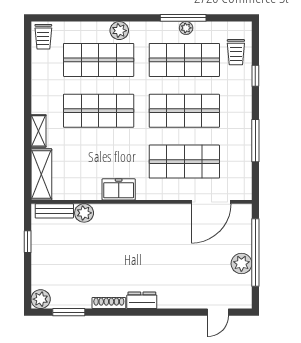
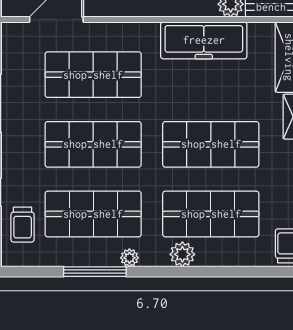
plant: (186, 28) -> (129, 258), moved
trolley: (236, 52) -> (23, 225), turned 180
freezer: (119, 189) -> (204, 40), width x1.91, depth x1.26

